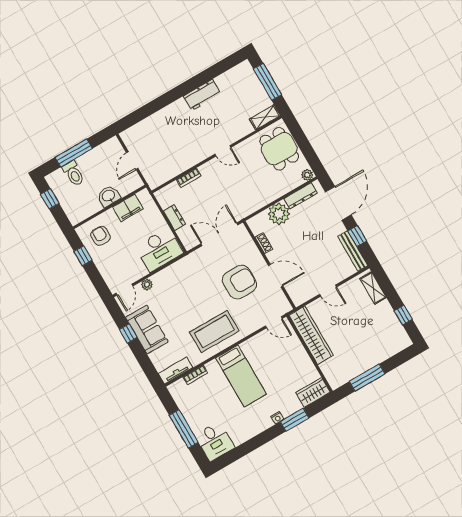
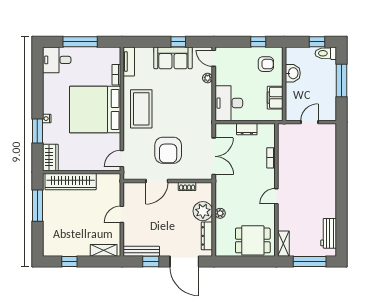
workbench: (202, 95) -> (329, 233), moved
door: (132, 161) -> (309, 122), hinge flipped
toilet: (73, 173) -> (326, 53), moved
plant: (307, 175) -> (220, 213), moved
washbasin: (109, 196) -> (293, 73), moved
wardrobe: (311, 335) -> (71, 182), moved
bed: (241, 376) -> (95, 109), width x2.04

